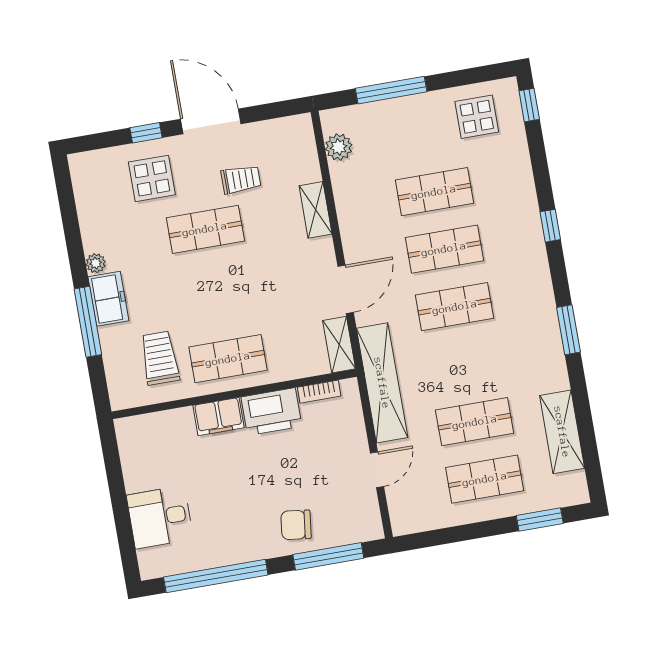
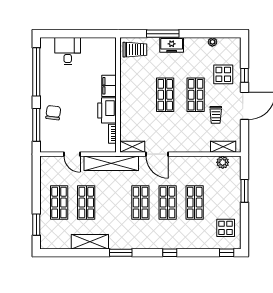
window: (391, 90) -> (245, 191), width x0.69
shelving: (316, 210) -> (223, 147), moved
plant: (96, 263) -> (212, 42), moved
trolley: (160, 358) -> (135, 50), moved
shop shelf: (228, 359) -> (165, 95), moved
shelving: (562, 432) -> (90, 242), moved

